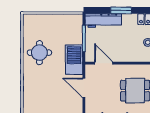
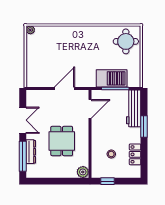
round table: (39, 53) -> (126, 41), moved
barbecue: (74, 60) -> (112, 78), moved

